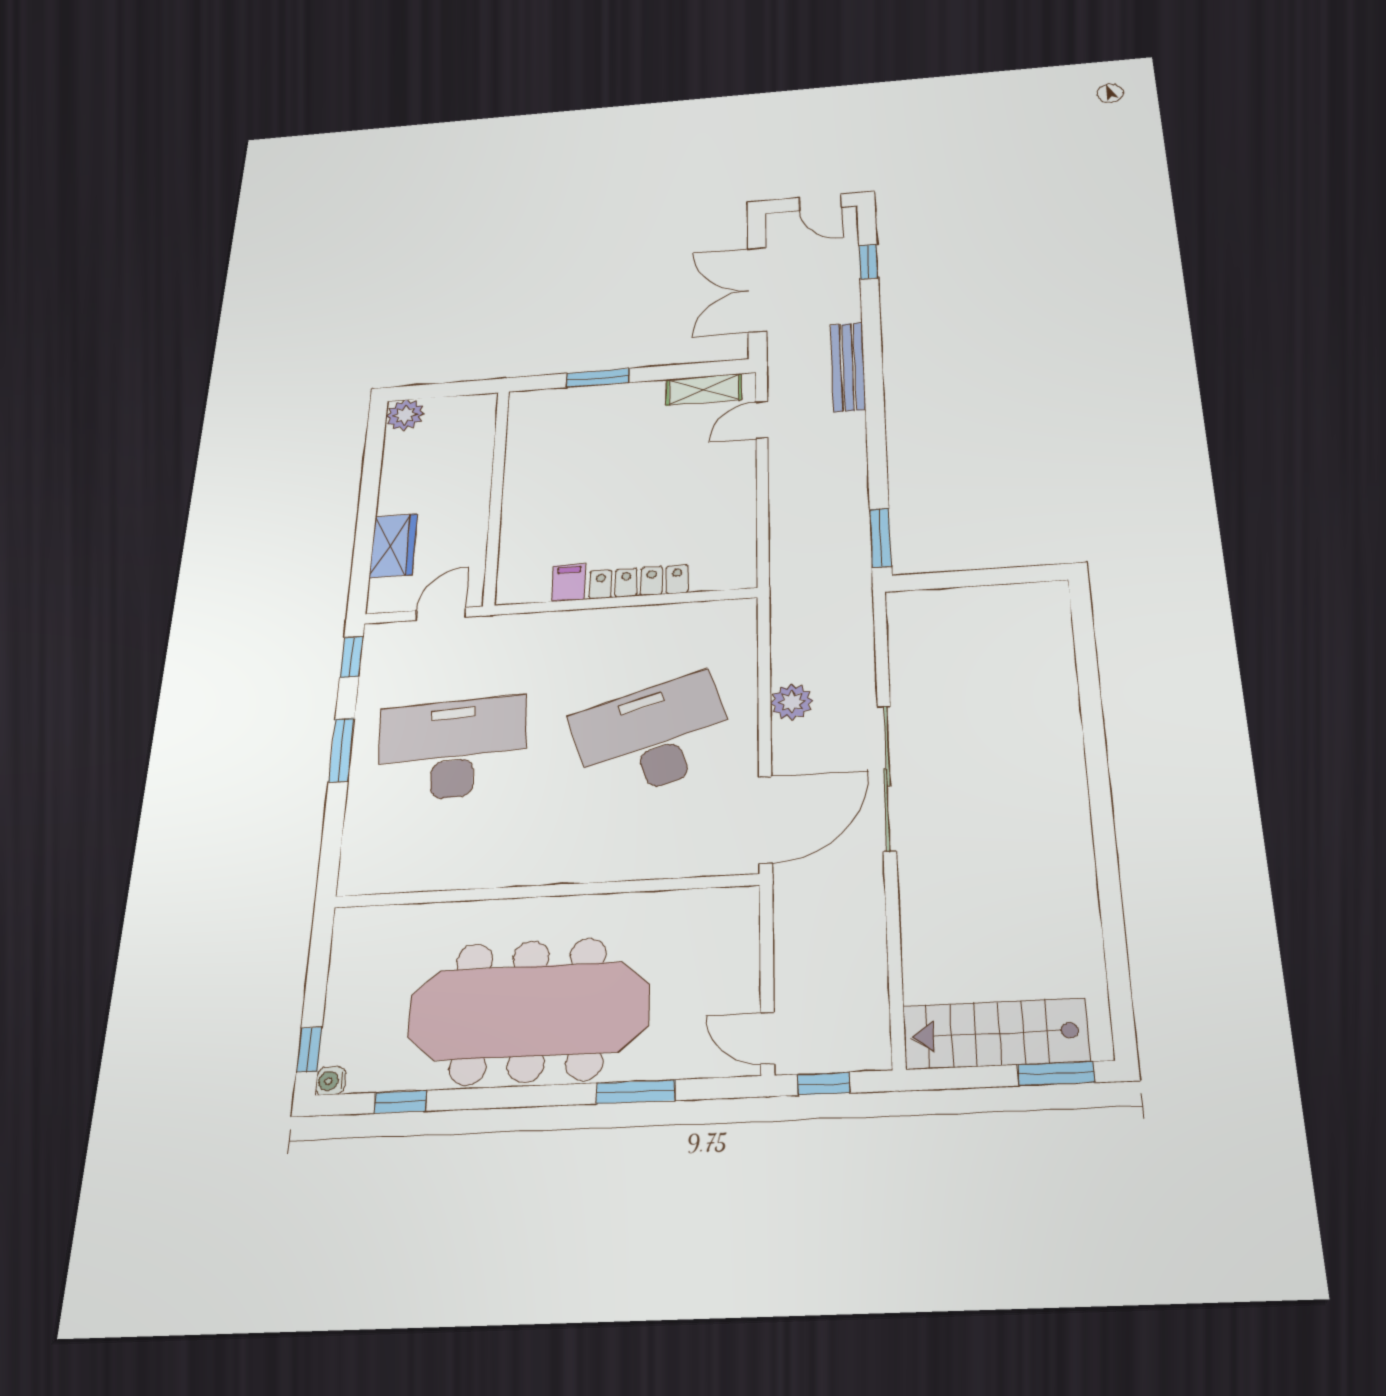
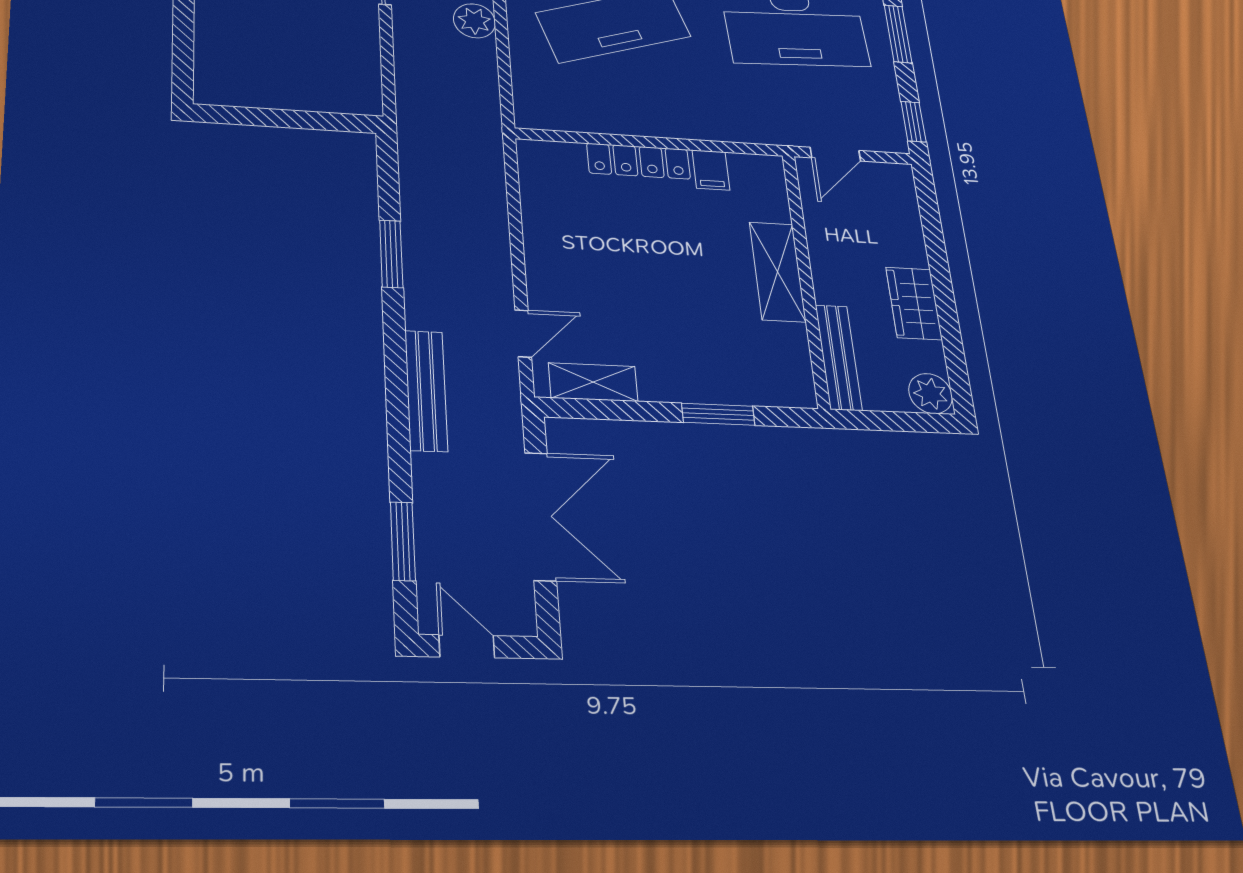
window: (868, 262) -> (403, 541), width x1.50
bench: (481, 434) -> (839, 357), added
shelving: (522, 498) -> (778, 272), added
window: (880, 538) -> (391, 254), moved
wardrobe: (393, 546) -> (914, 303), moved

